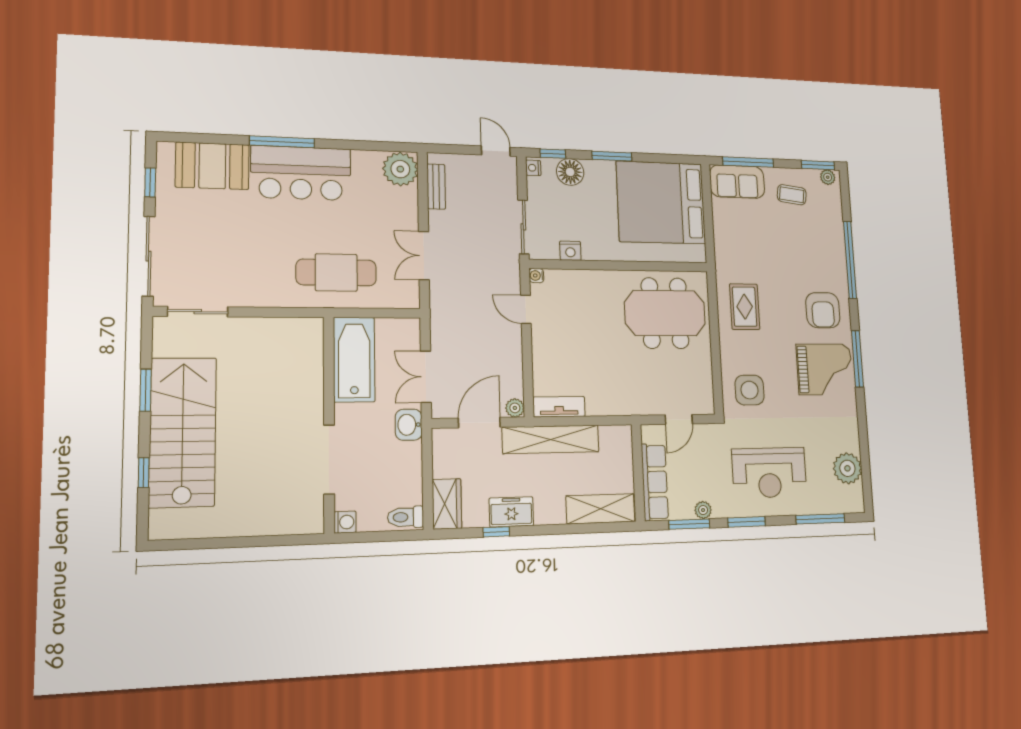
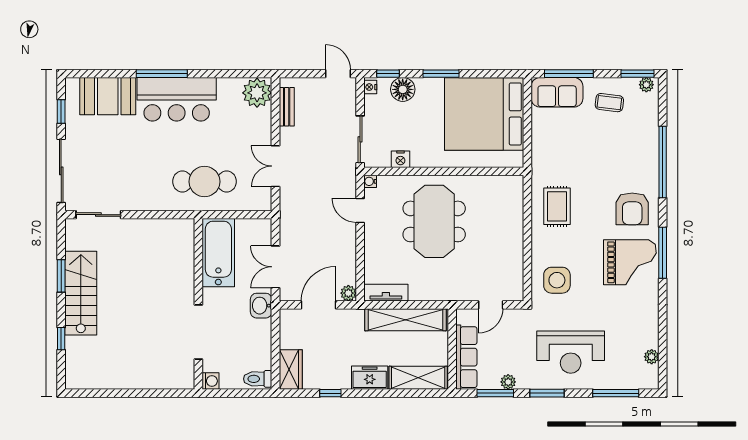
meeting table: (665, 313) -> (434, 221), moved, turned 90
stairs: (183, 432) -> (81, 293), width x0.73, depth x0.66
shelving: (551, 439) -> (406, 320), moved
plant: (847, 468) -> (652, 357), width x0.53, depth x0.53
freezer: (511, 512) -> (370, 378), moved

